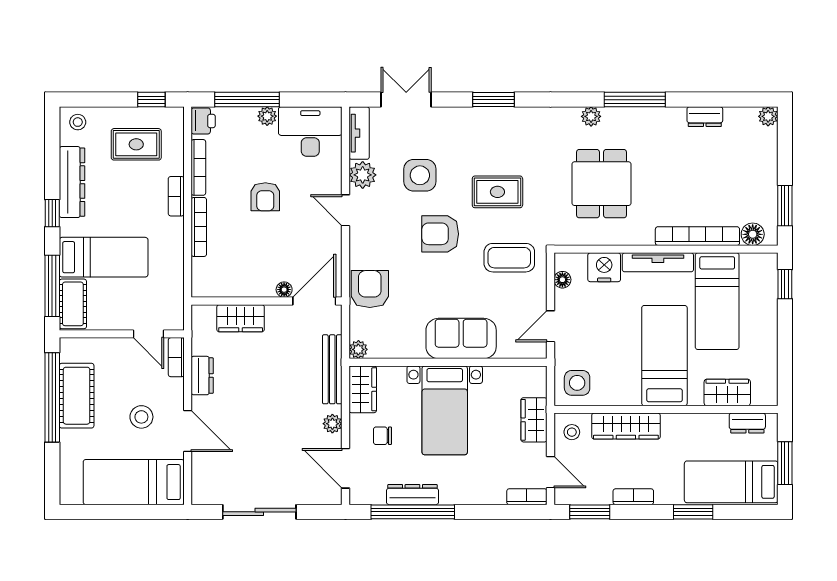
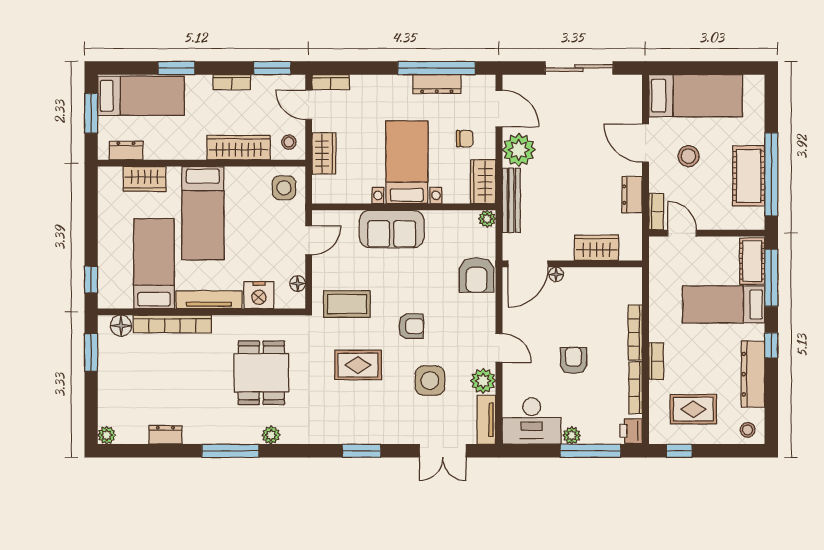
armchair: (440, 234) -> (411, 326), width x0.72, depth x0.72
plant: (332, 424) -> (519, 150), width x1.88, depth x1.88

